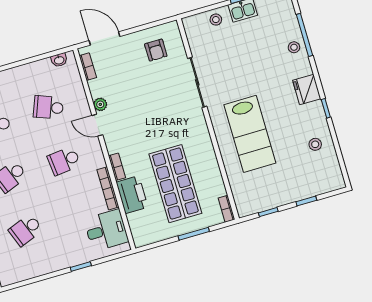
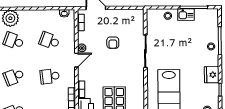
armchair: (156, 50) -> (113, 43), moved
door: (97, 125) -> (76, 60), swing flipped

